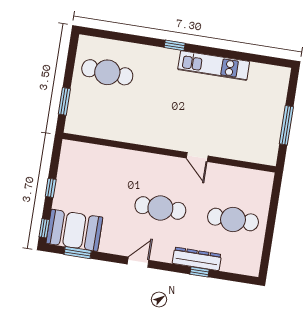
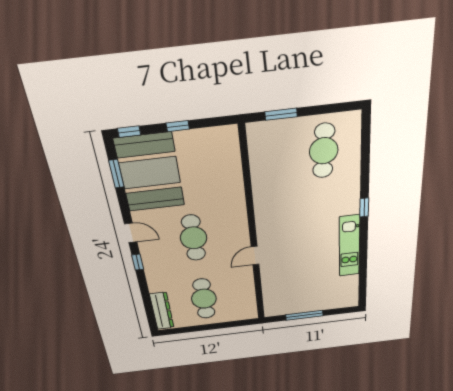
booth: (74, 230) -> (150, 173), width x1.36, depth x1.42
dresser: (197, 259) -> (162, 311), moved
window: (200, 272) -> (138, 262), moved

